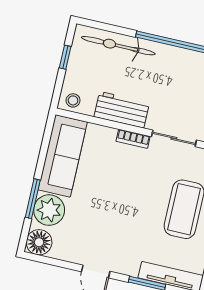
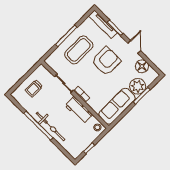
bicycle: (118, 46) -> (51, 127), moved
armchair: (127, 219) -> (106, 61), added
floor lamp: (39, 242) -> (142, 66), moved

